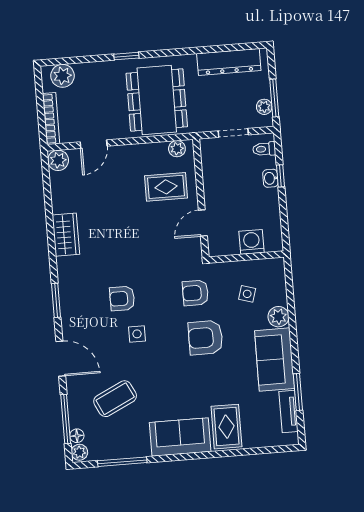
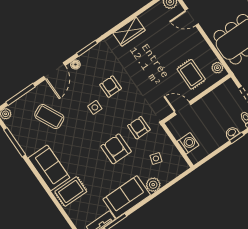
floor lamp: (77, 436) -> (75, 64), moved

